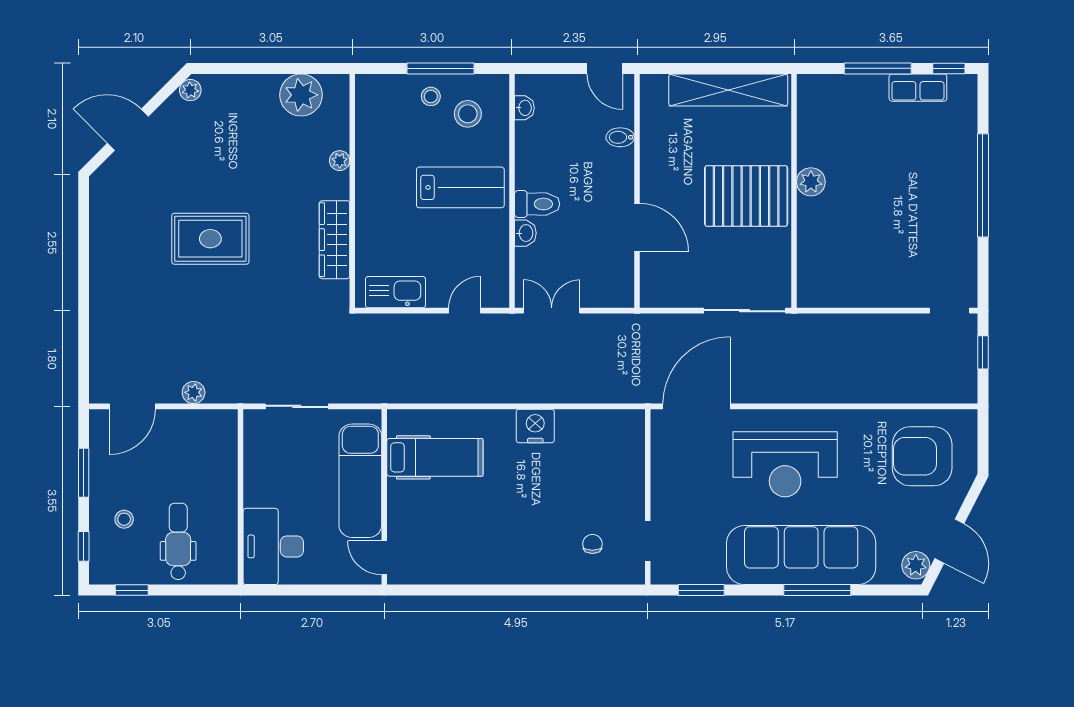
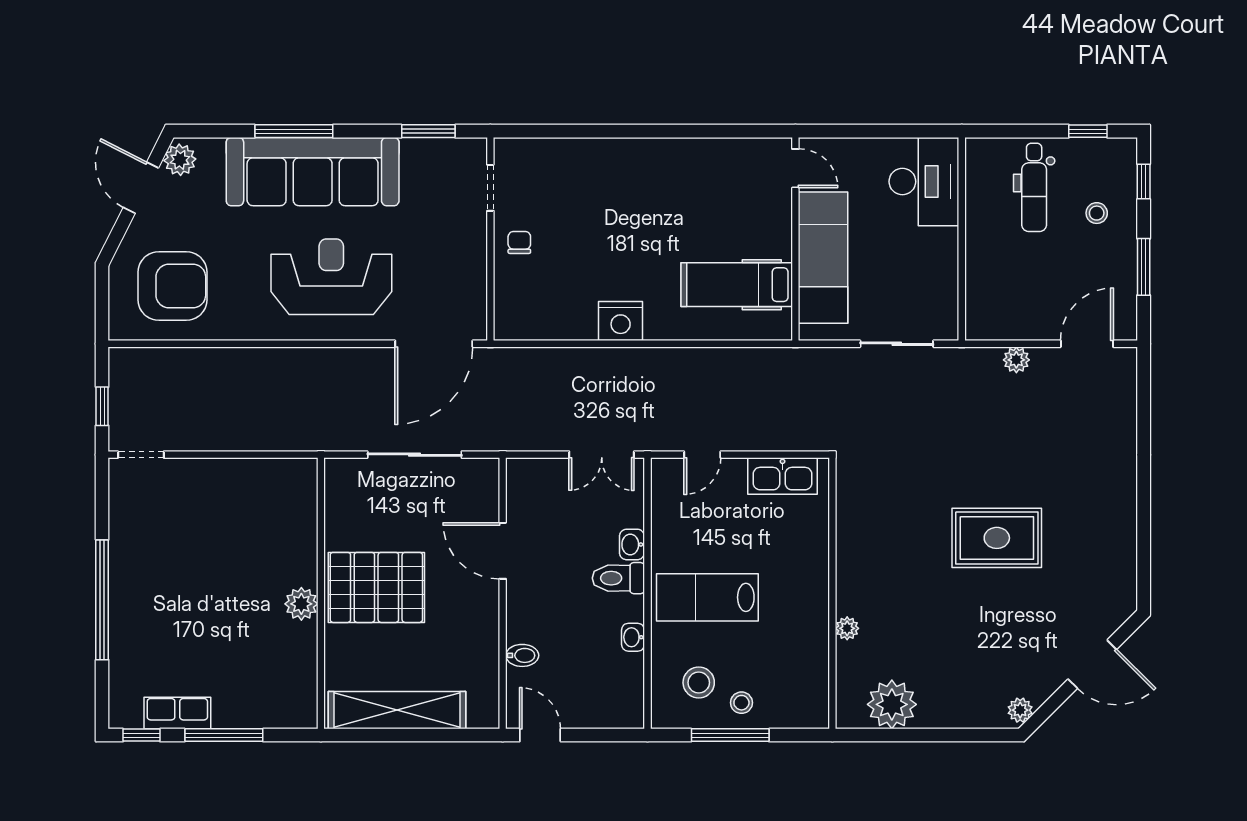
washbasin: (524, 108) -> (633, 637), moved
wardrobe: (335, 240) -> (853, 537), removed
sliding door: (745, 311) -> (415, 455), moved
chair: (592, 544) -> (519, 242), moved, turned 180

